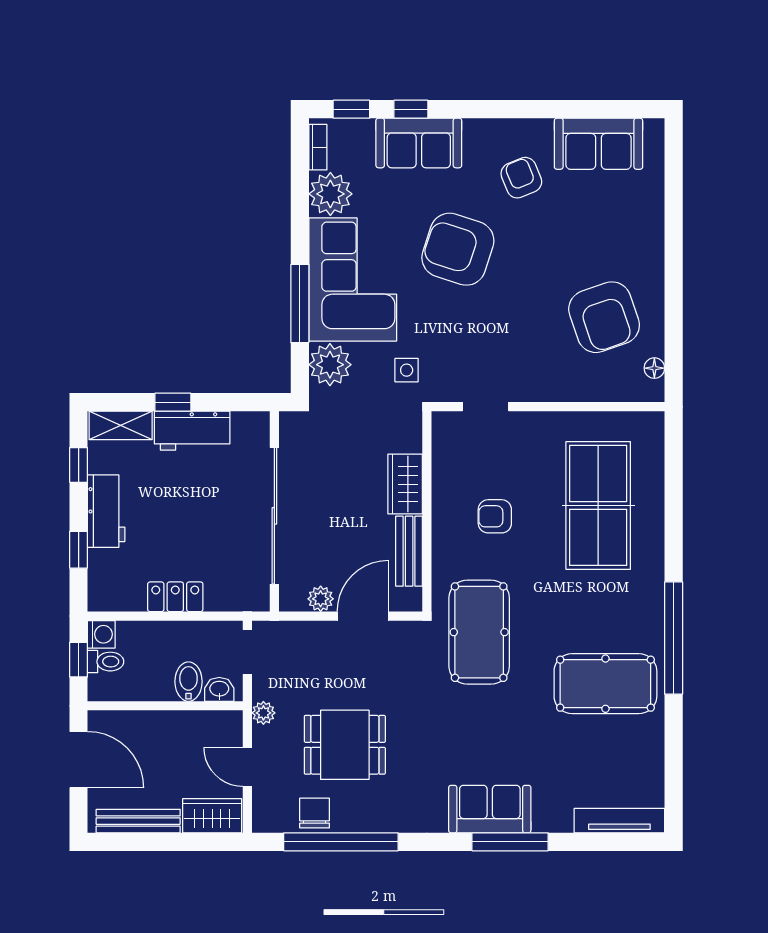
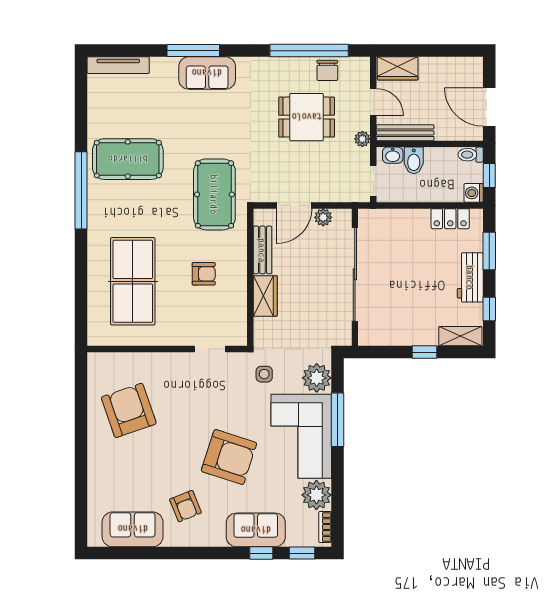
floor lamp: (654, 368) -> (94, 375), removed
workbench: (192, 431) -> (411, 333), removed
window: (79, 550) -> (489, 251), width x1.50
locker: (175, 597) -> (450, 219), moved
toilet: (106, 662) -> (471, 155), moved
bench: (138, 821) -> (405, 133), moved

